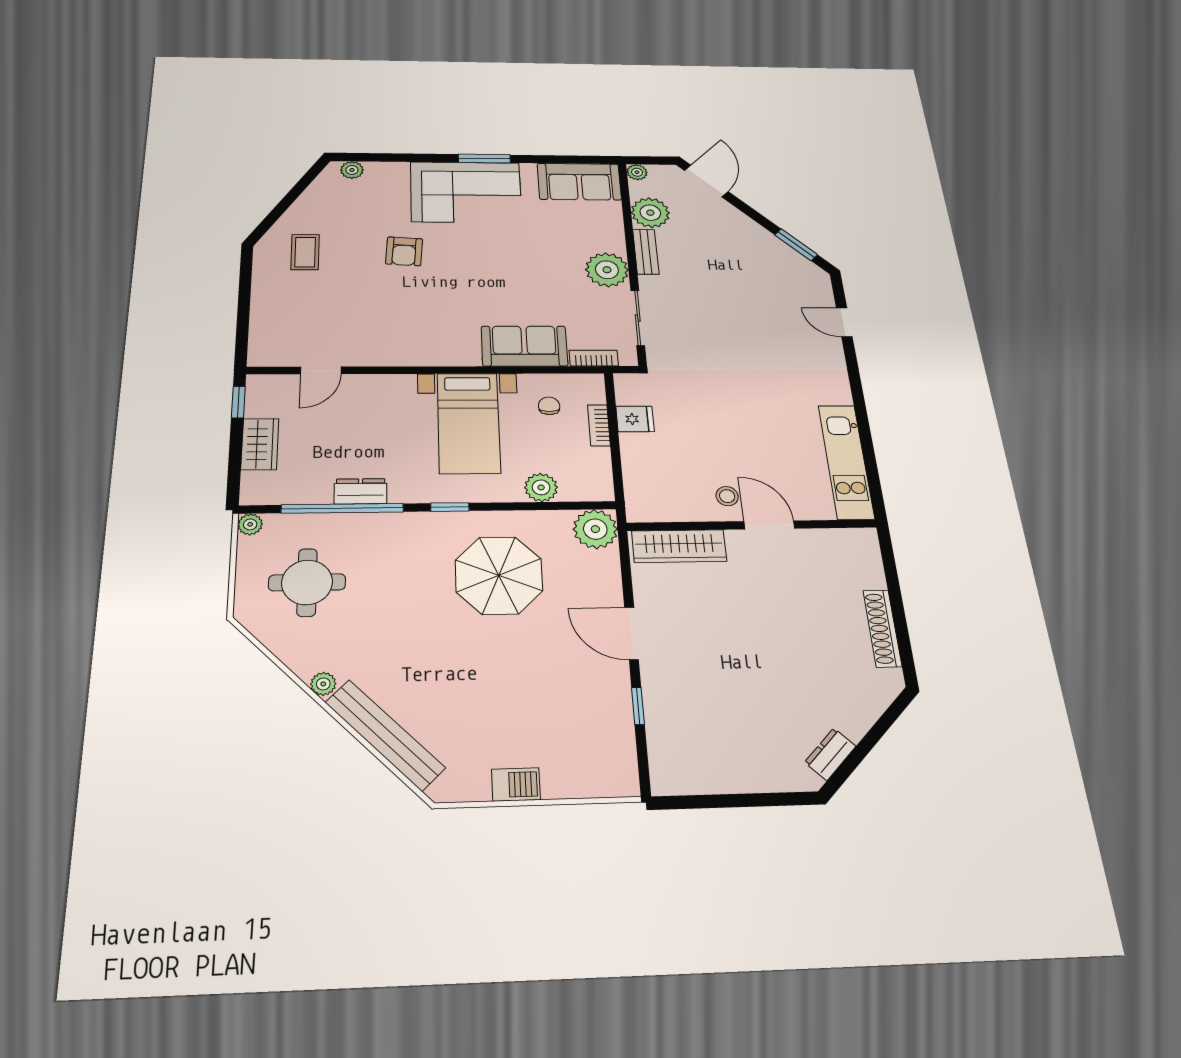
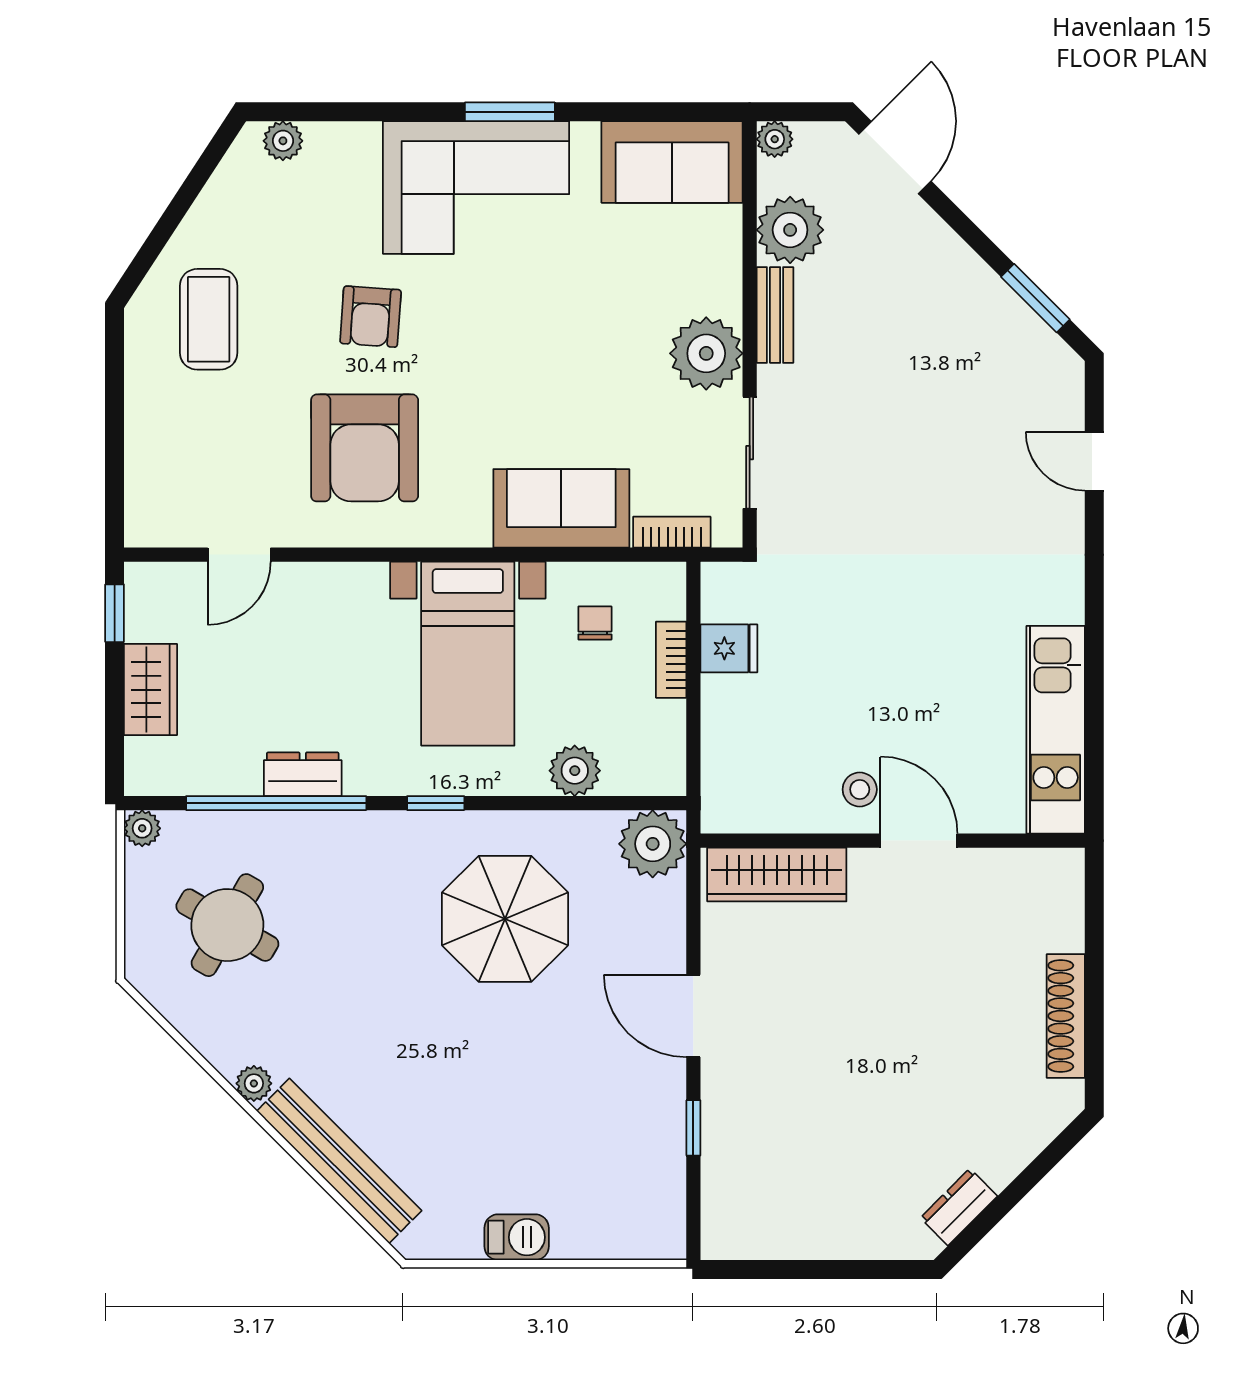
coffee table: (305, 252) -> (209, 319), width x1.36, depth x1.30
armchair: (401, 315) -> (365, 448), added
round table: (307, 582) -> (227, 925), turned 30

